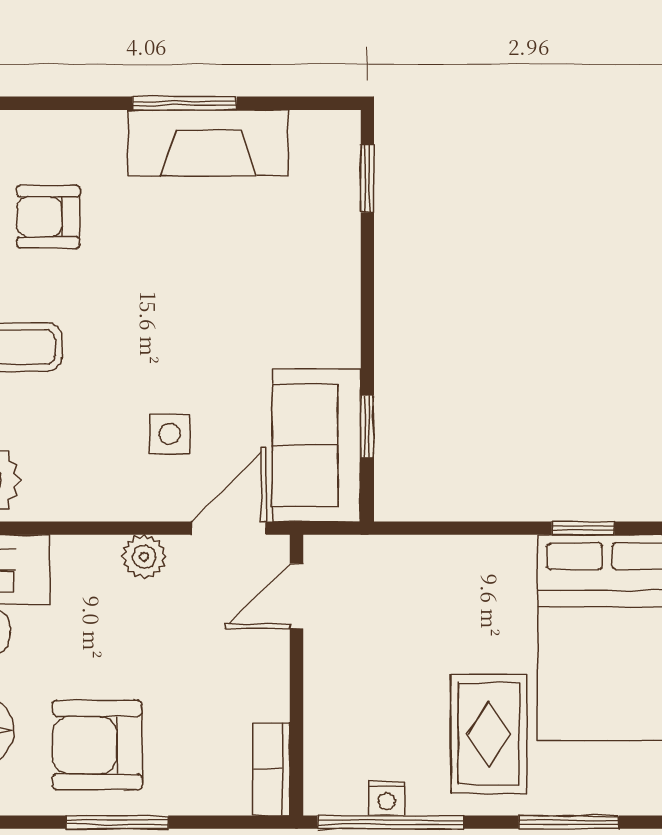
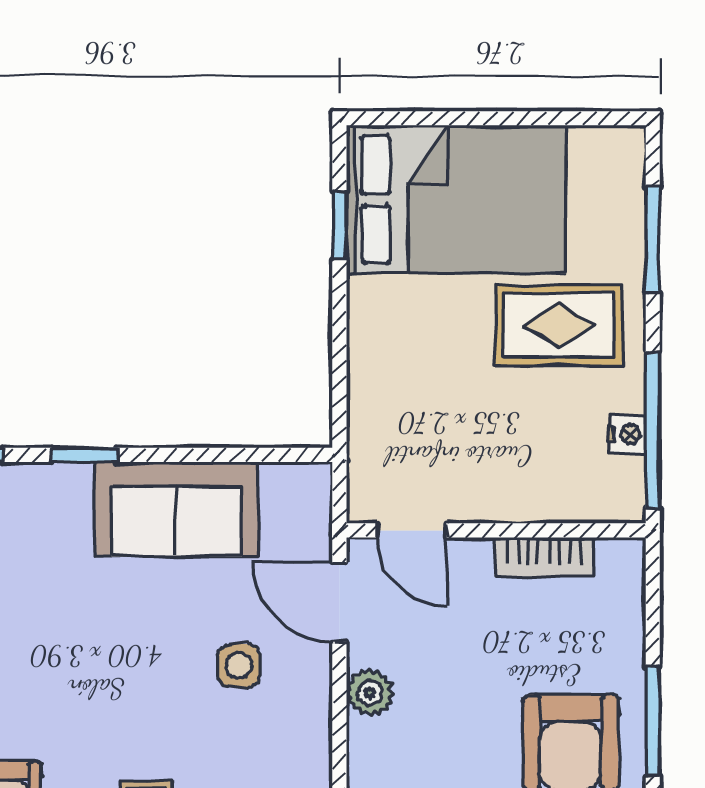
window: (367, 427) -> (84, 455), moved
sofa: (317, 445) -> (177, 509), moved
bookcase: (271, 769) -> (544, 557), moved

